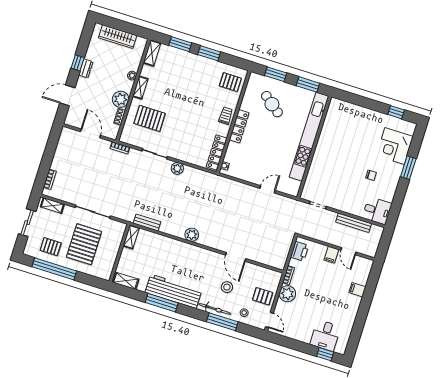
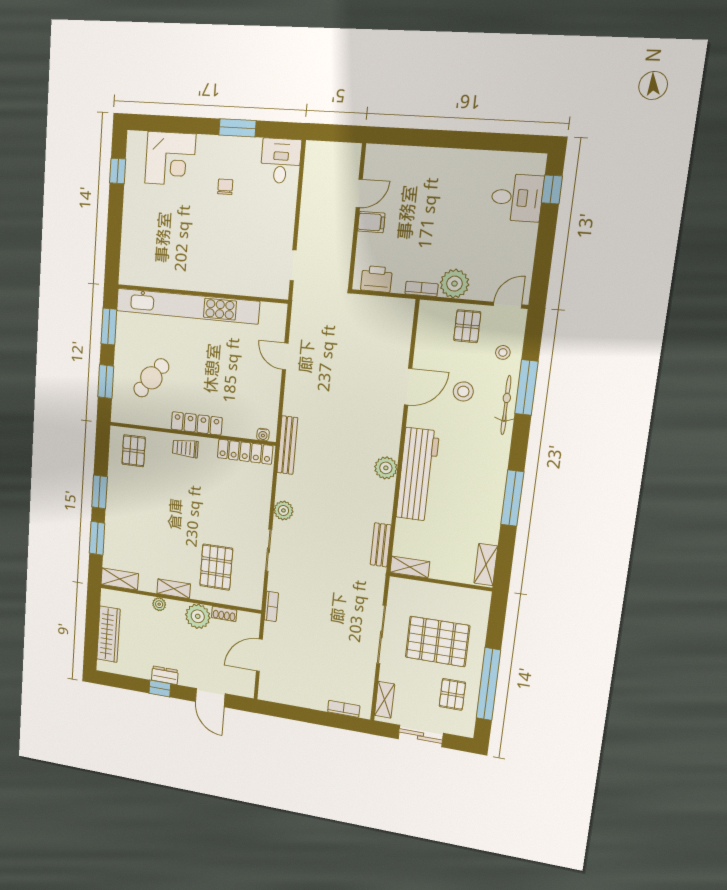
window: (408, 168) -> (237, 128), moved
bench: (354, 223) -> (287, 445), moved
filing cabinet: (357, 290) -> (423, 160), removed
workbench: (173, 291) -> (418, 474), moved, turned 180

